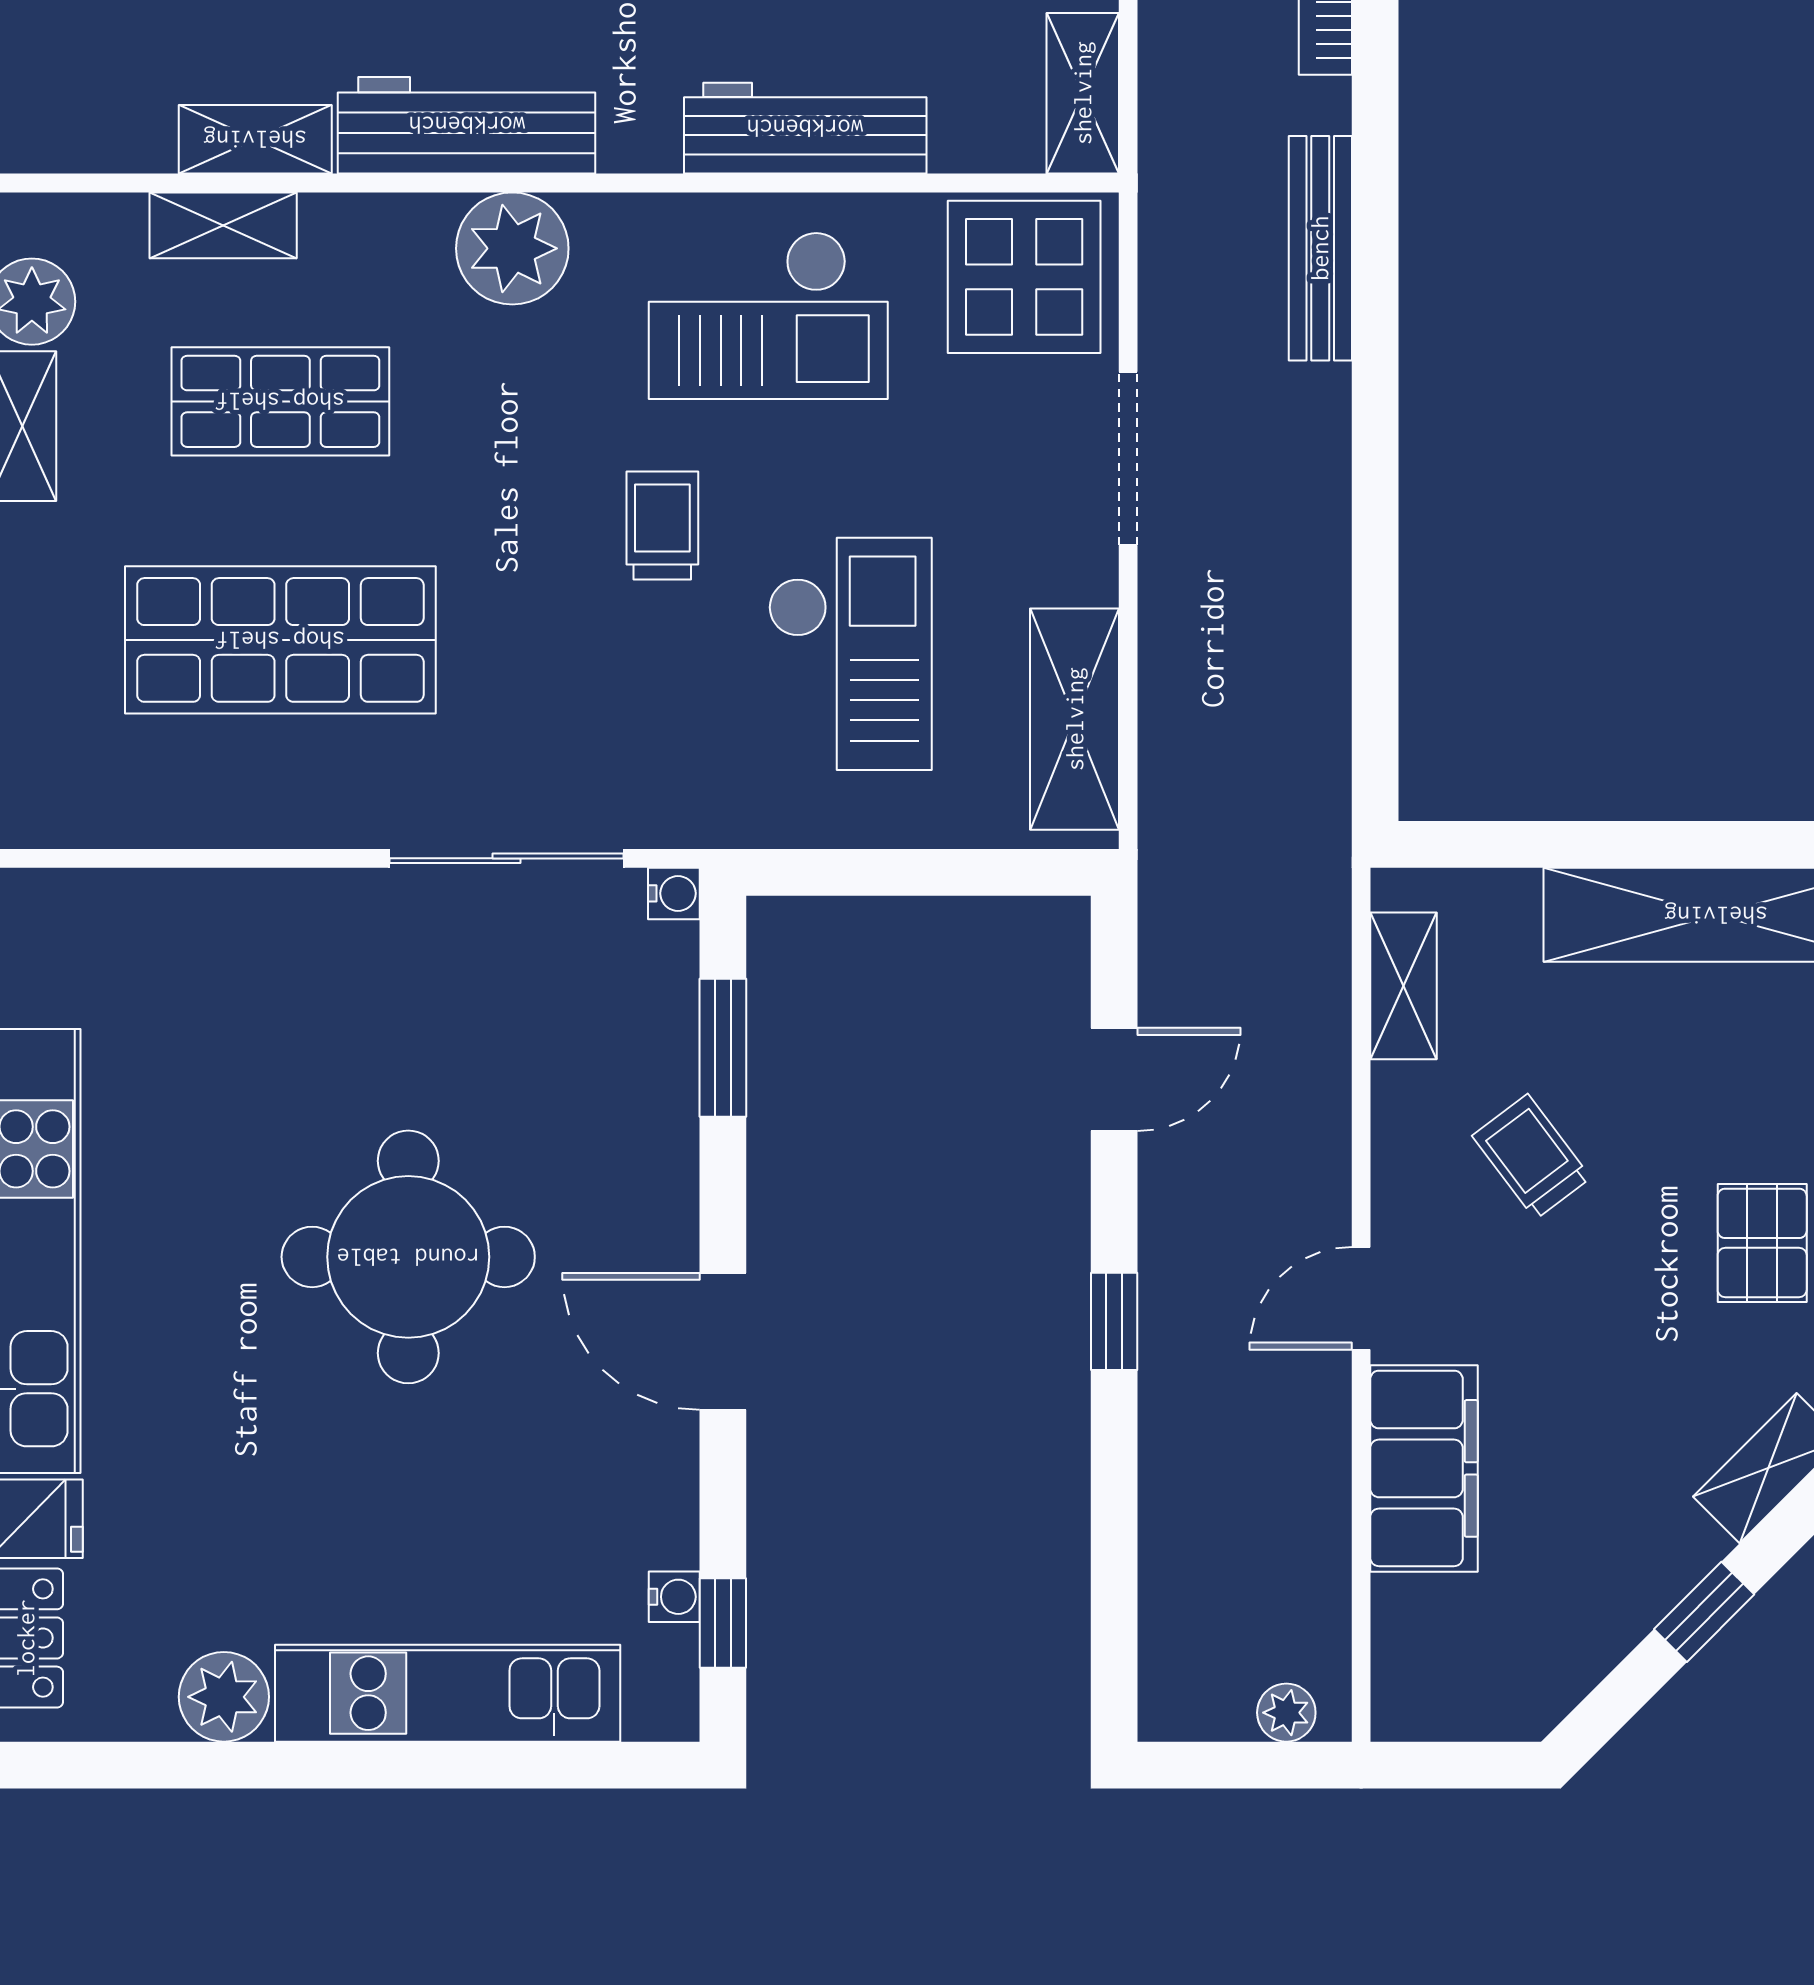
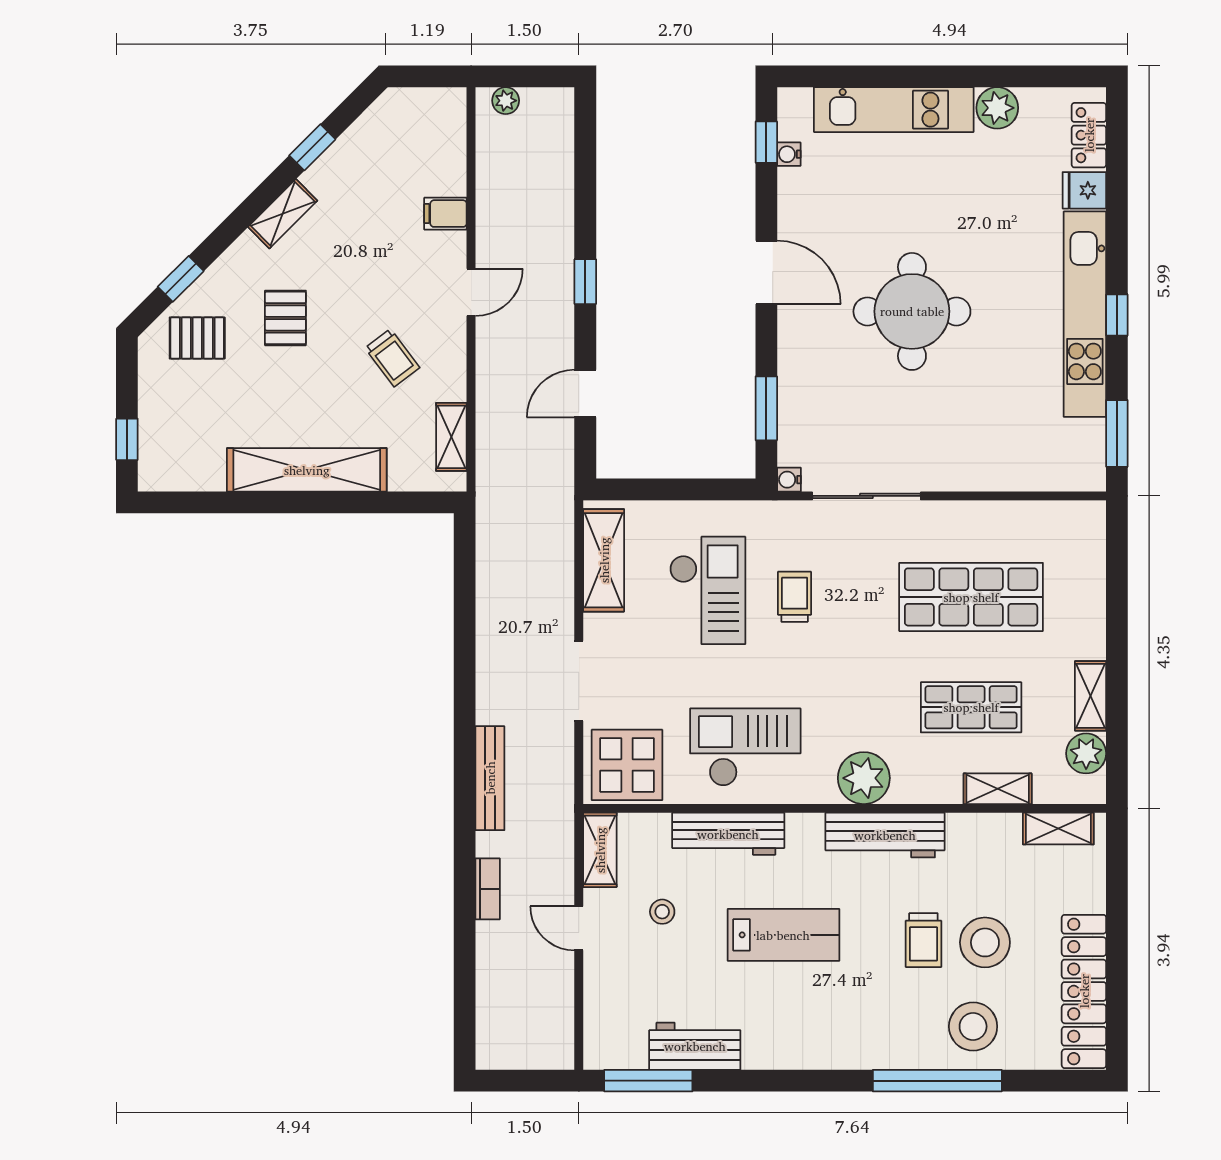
shelving: (255, 139) -> (1058, 829), moved
trolley: (662, 526) -> (795, 597), moved, turned 180
checkout: (850, 654) -> (708, 590), turned 180
filing cabinet: (1424, 1468) -> (445, 214), width x0.33, depth x0.86

